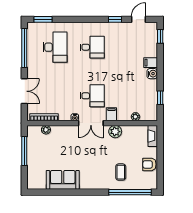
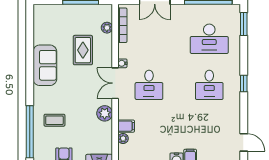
window: (115, 19) -> (244, 83), moved
filing cabinet: (111, 114) -> (126, 126), moved
rug: (64, 149) -> (83, 50), added
sofa: (63, 180) -> (45, 65), moved

